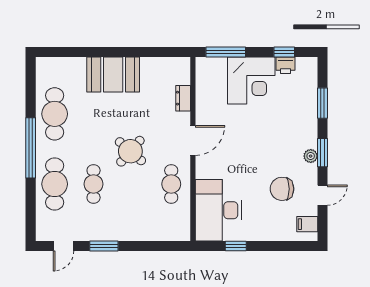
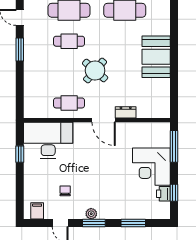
dresser: (183, 98) -> (126, 112), moved
chair: (282, 189) -> (65, 191), width x0.54, depth x0.54

